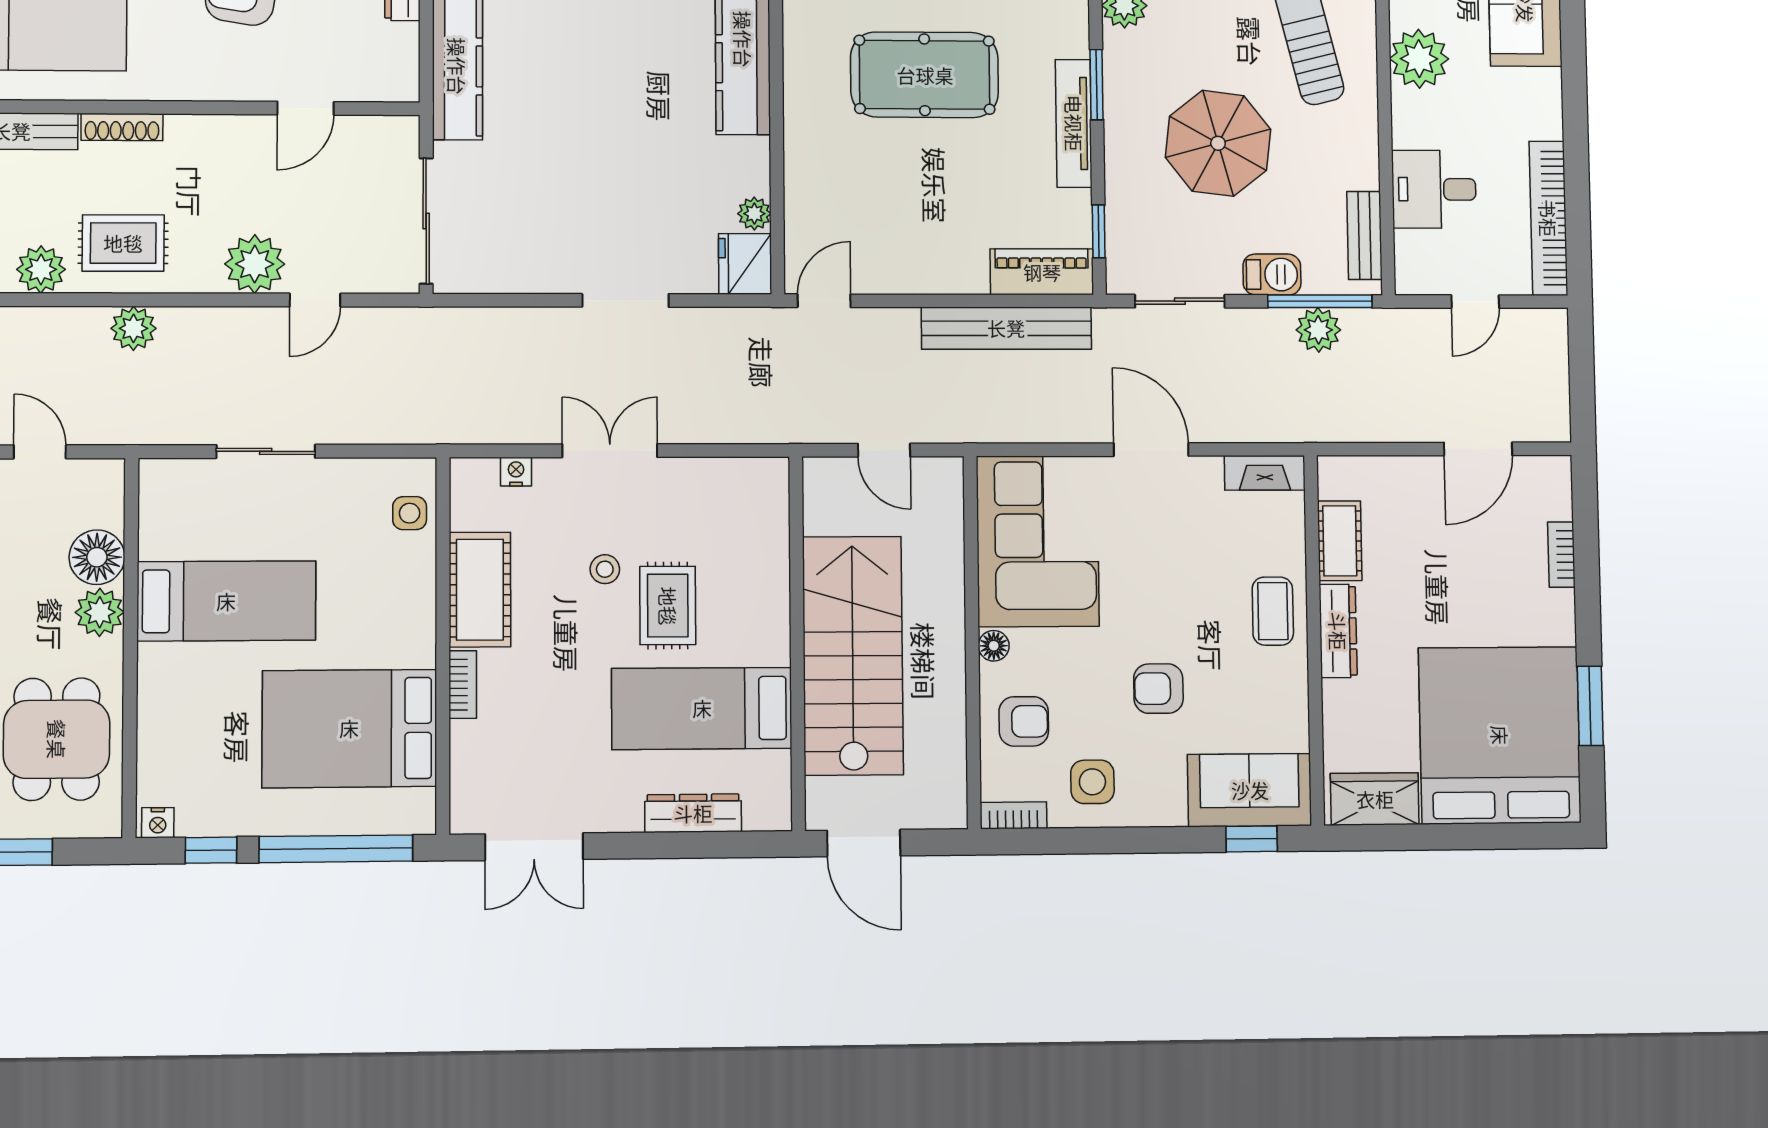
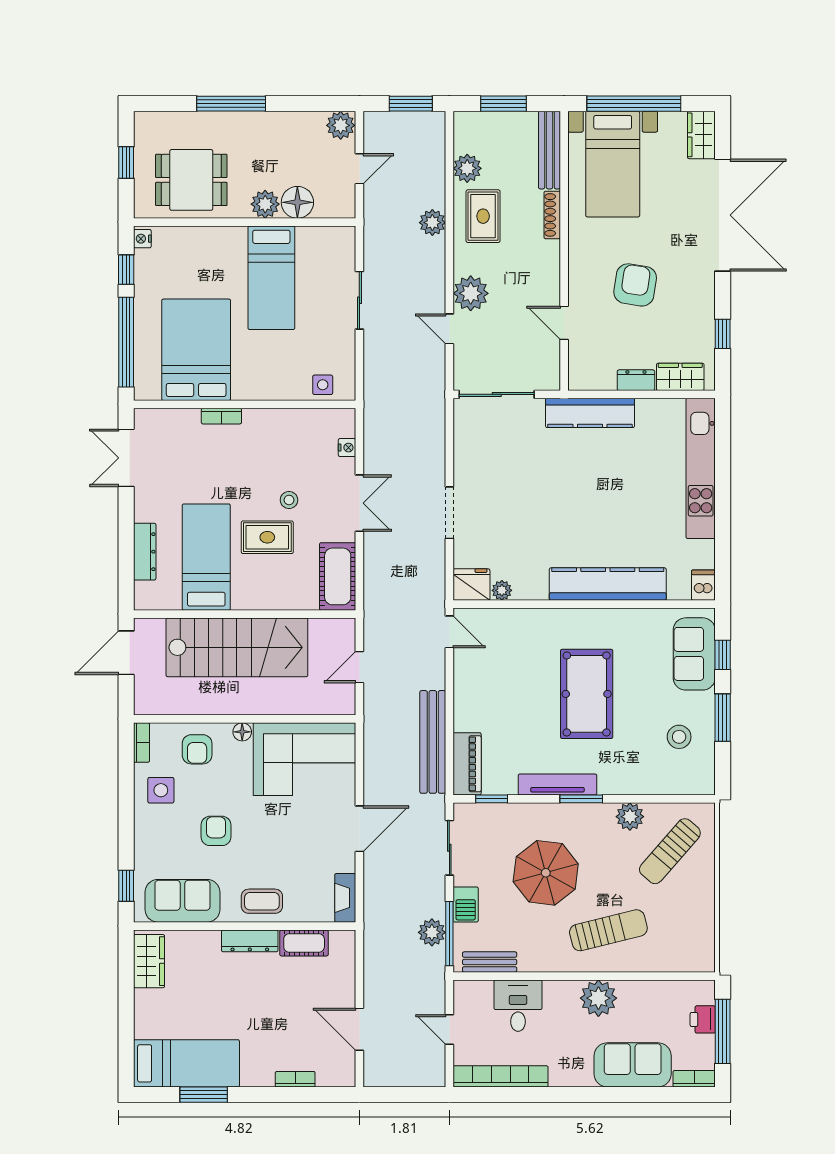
cot: (480, 590) -> (338, 576), moved, turned 90
bed: (1500, 735) -> (186, 1063), width x0.49
sofa: (1250, 790) -> (182, 901), moved, turned -90

